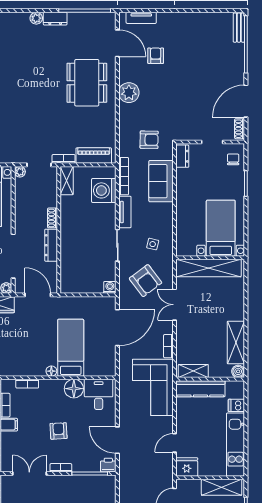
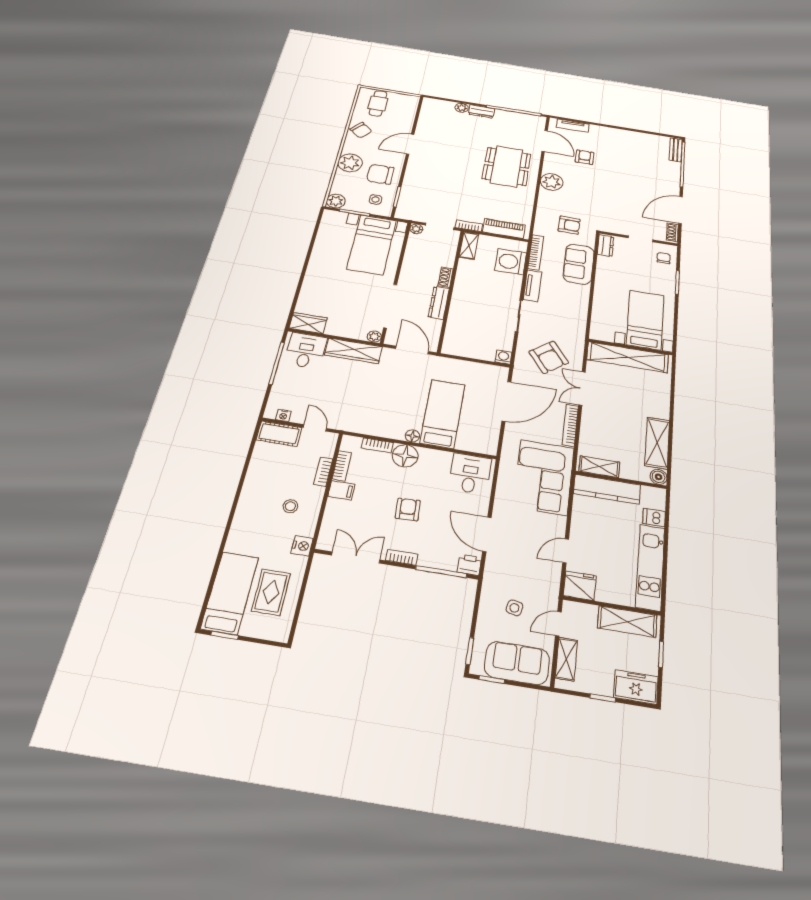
side table: (153, 244) -> (514, 608), moved
bookcase: (168, 346) -> (570, 425), width x1.56
floor lamp: (74, 389) -> (405, 456), moved

